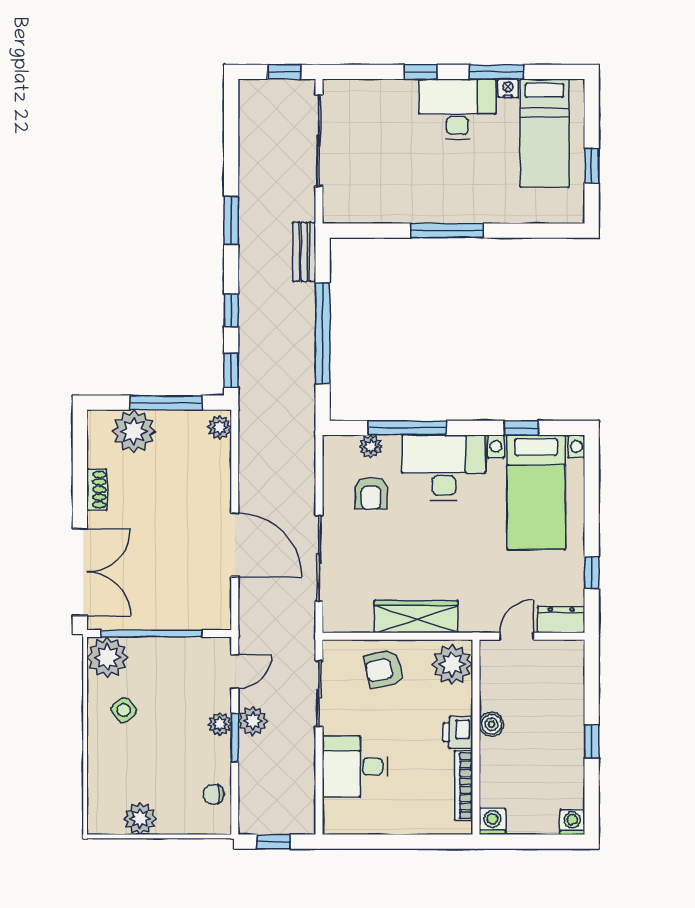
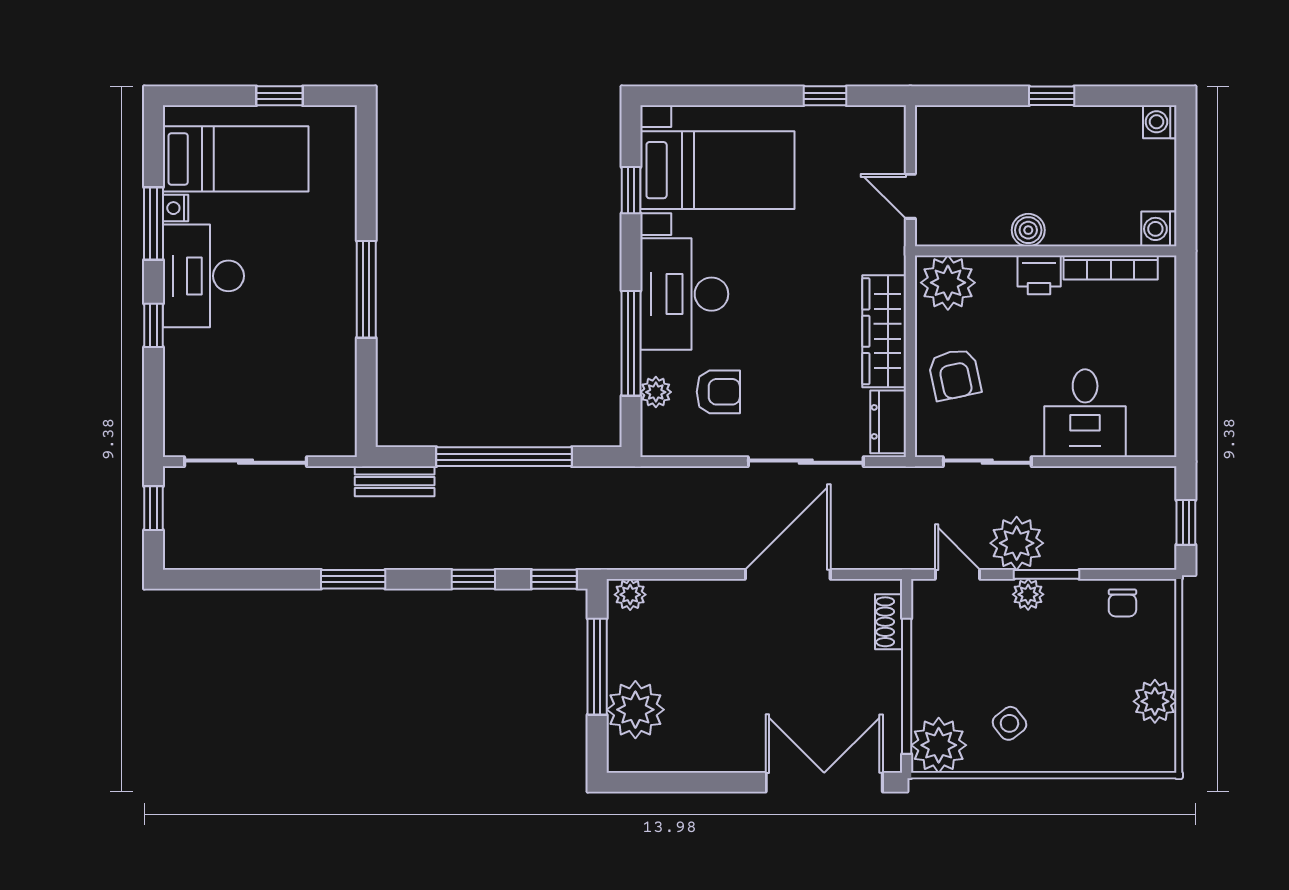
shoe rack: (97, 490) -> (889, 622), moved, turned -90
dresser: (561, 620) -> (888, 422), moved
plant: (253, 721) -> (1017, 543), width x1.36, depth x1.36

